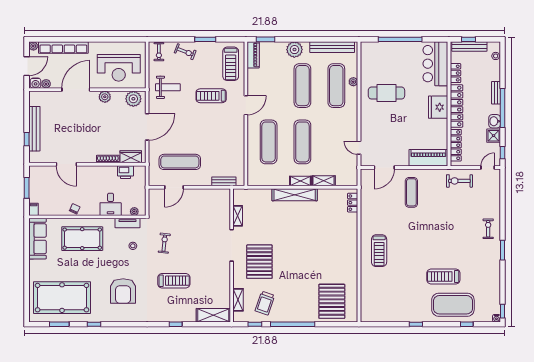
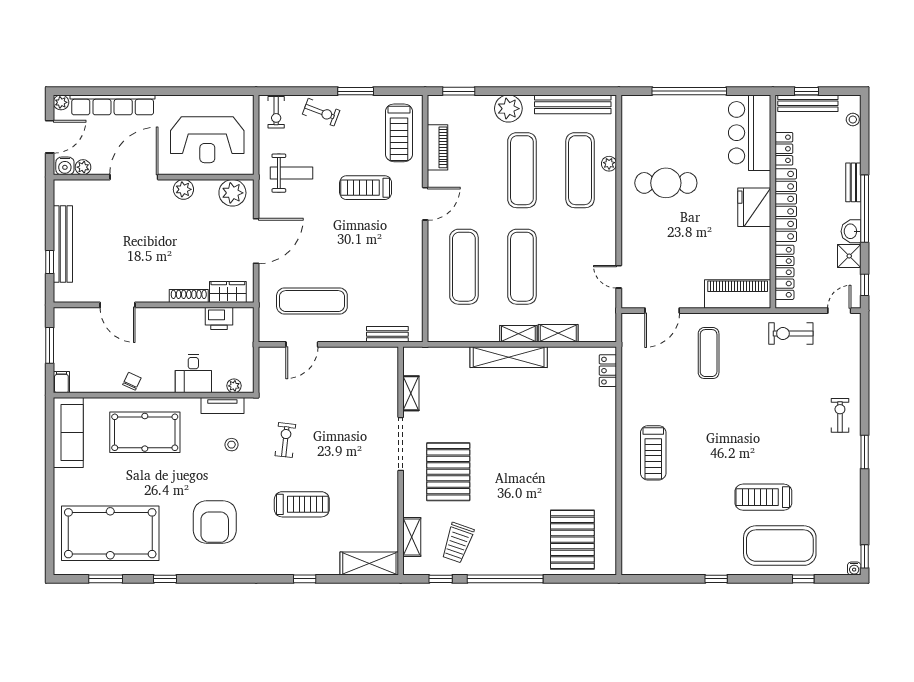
piano: (253, 55) -> (438, 147), moved

